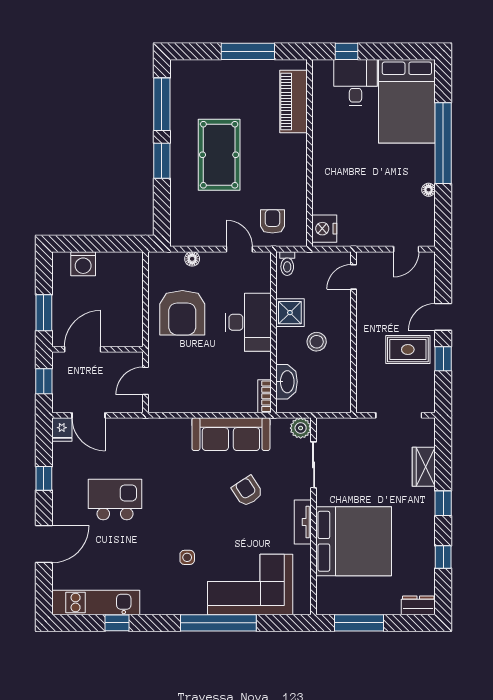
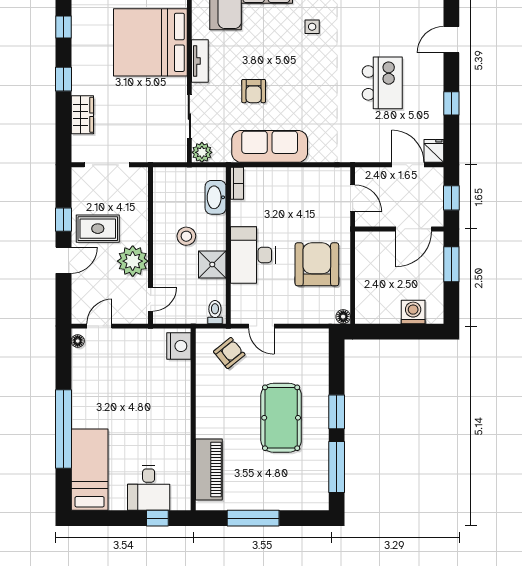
bed: (407, 101) -> (90, 470), width x0.67
floor lamp: (429, 190) -> (78, 341), moved
armchair: (272, 221) -> (229, 353), turned -129
floor lamp: (192, 259) -> (343, 317), moved
plant: (372, 316) -> (133, 261), added
door: (145, 381) -> (353, 198), hinge flipped
armchair: (247, 491) -> (254, 91), turned 33
kitchen island: (115, 500) -> (382, 83), turned -90
door: (44, 544) -> (451, 40), width x0.73

